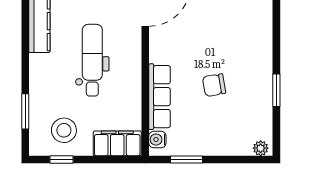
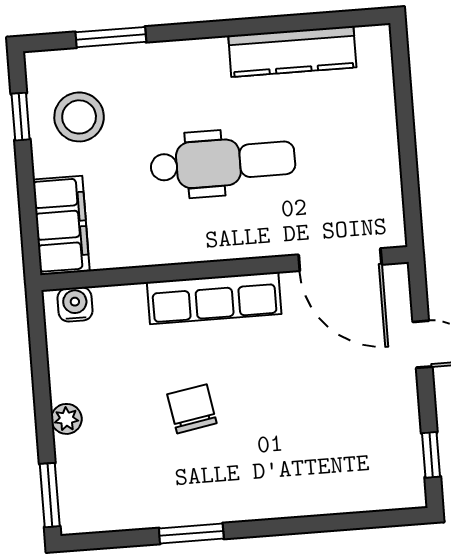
row of seats: (160, 97) -> (214, 298), moved
plant: (261, 148) -> (66, 419), moved
window: (186, 159) -> (50, 495), moved

